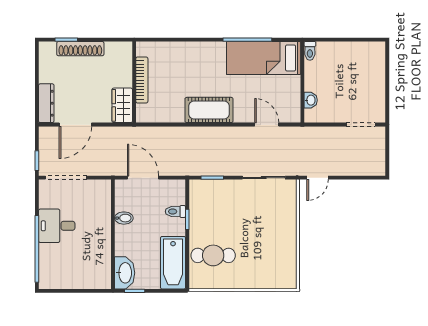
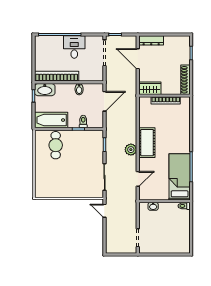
shoe rack: (80, 49) -> (185, 80), moved
plant: (220, 136) -> (131, 150), added
bookcase: (103, 254) -> (57, 76), added

